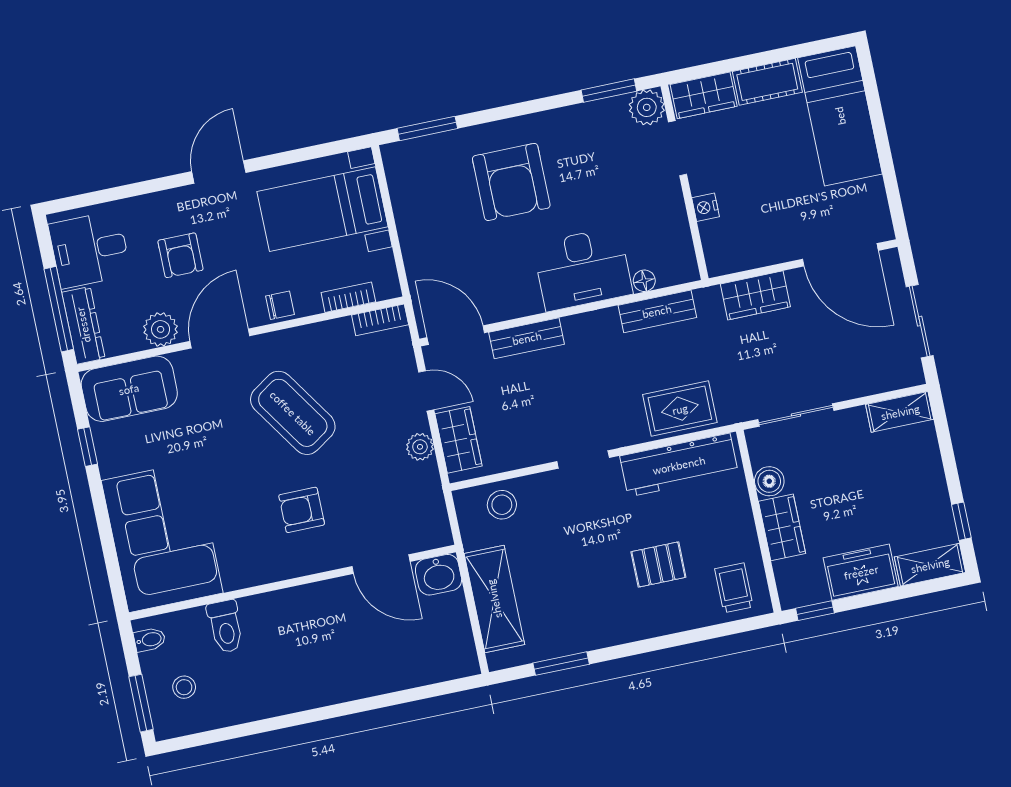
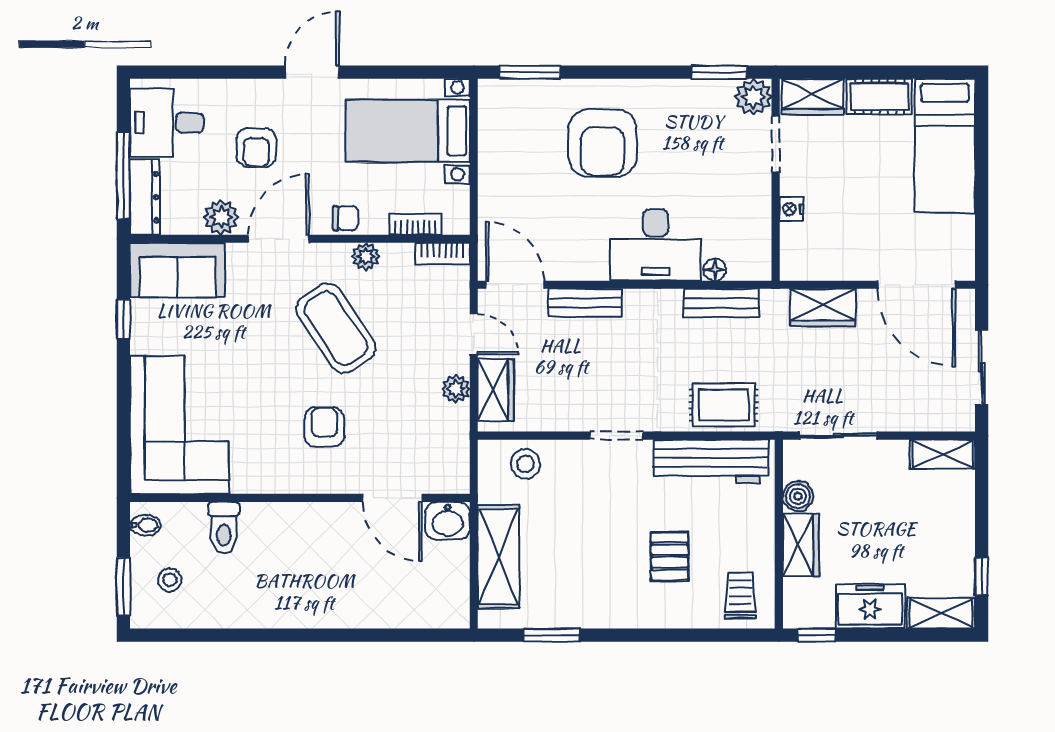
plant: (307, 338) -> (366, 256), added
armchair: (302, 510) -> (324, 427), turned 90
pallet: (658, 564) -> (670, 556), turned 90

